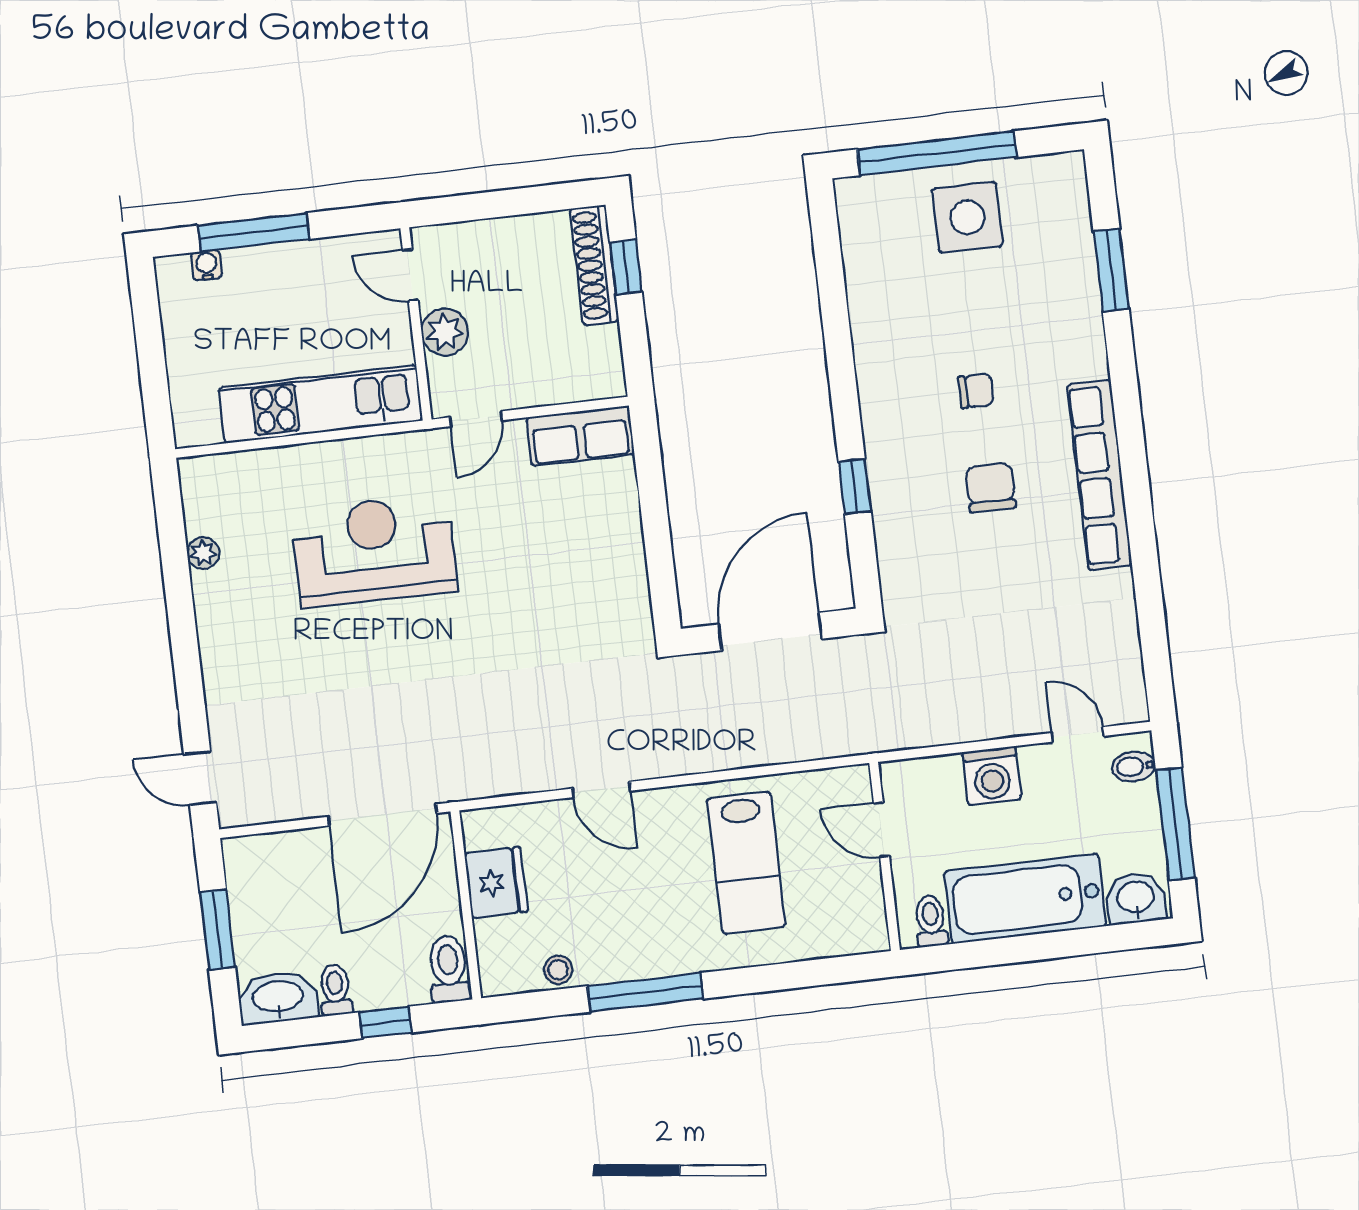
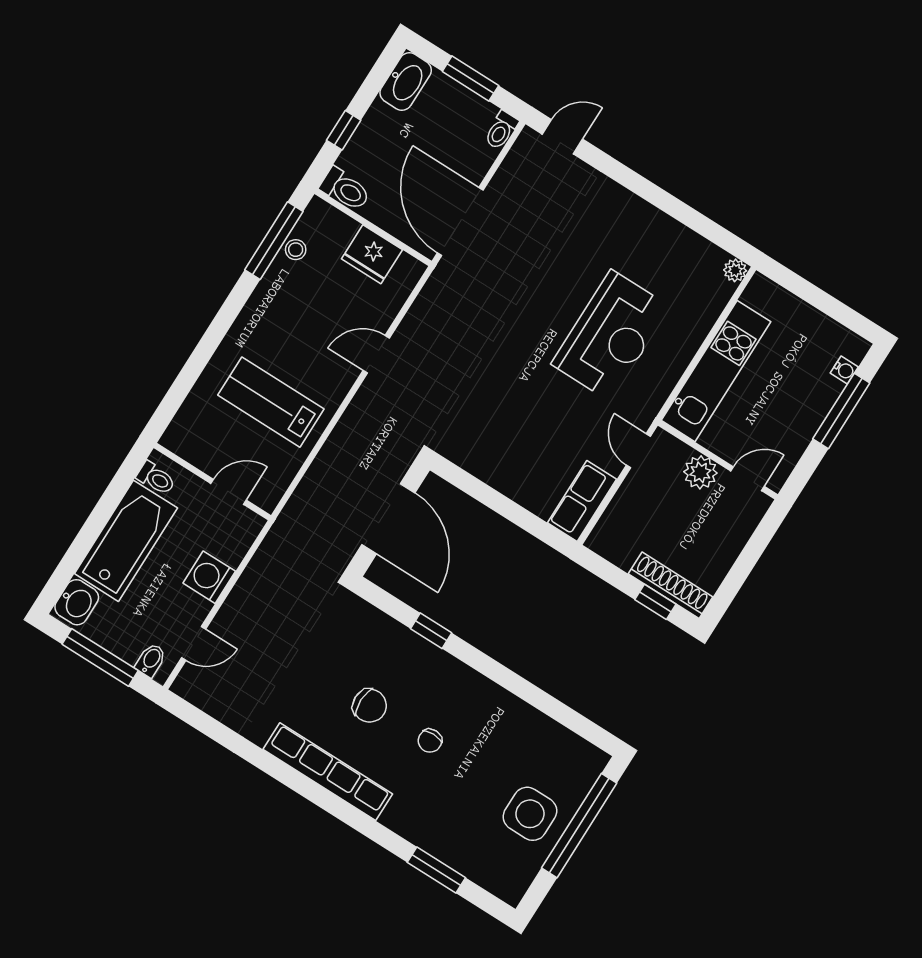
plant: (203, 553) -> (735, 270), moved
toilet: (335, 990) -> (501, 130), moved, turned 90
window: (645, 992) -> (274, 241), moved

